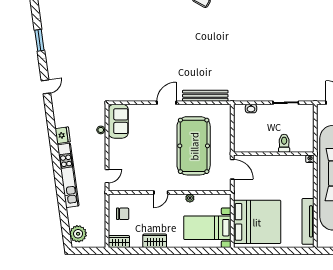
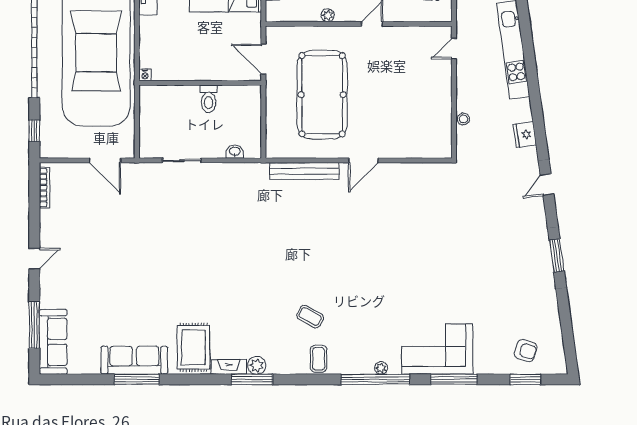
sofa: (118, 121) -> (437, 132), removed
fridge: (63, 135) -> (525, 135), moved
toilet: (284, 143) -> (209, 99), moved

